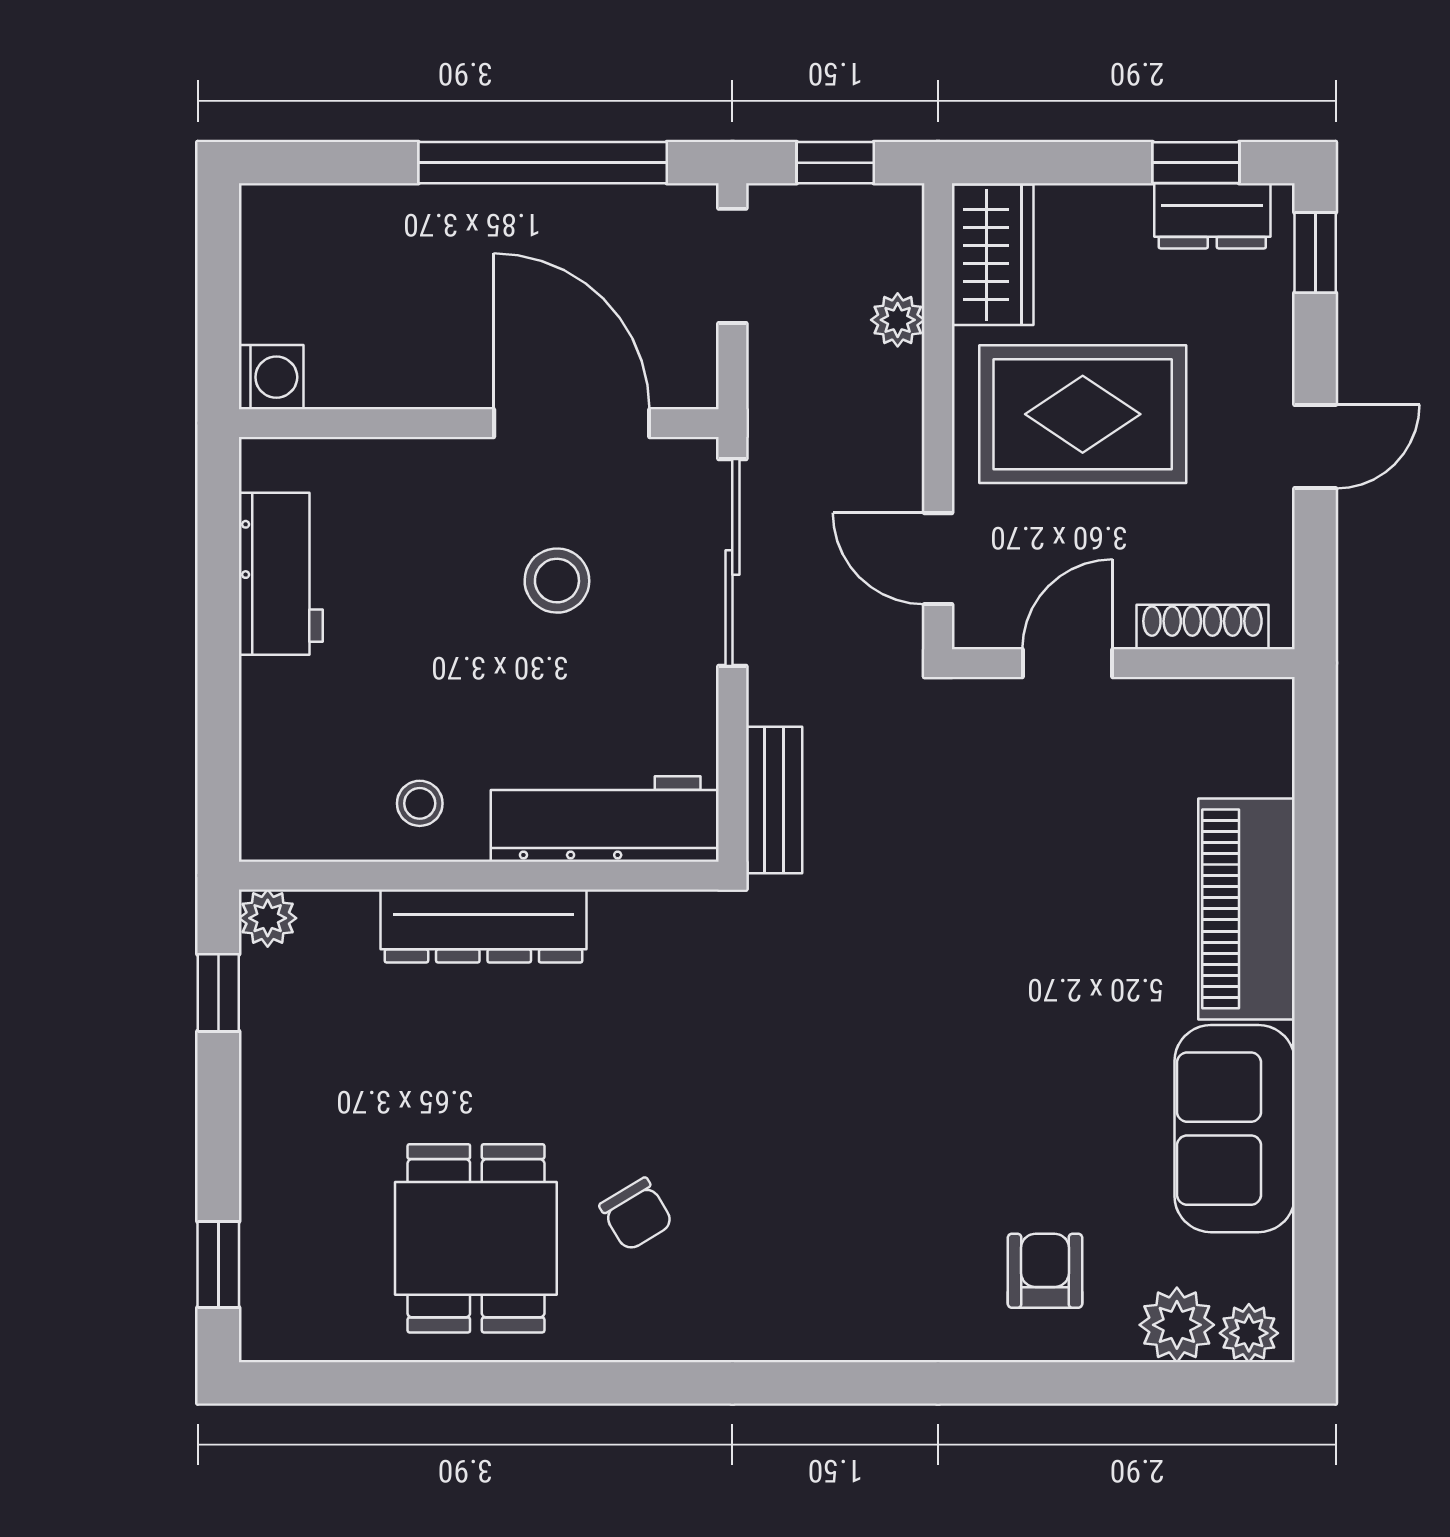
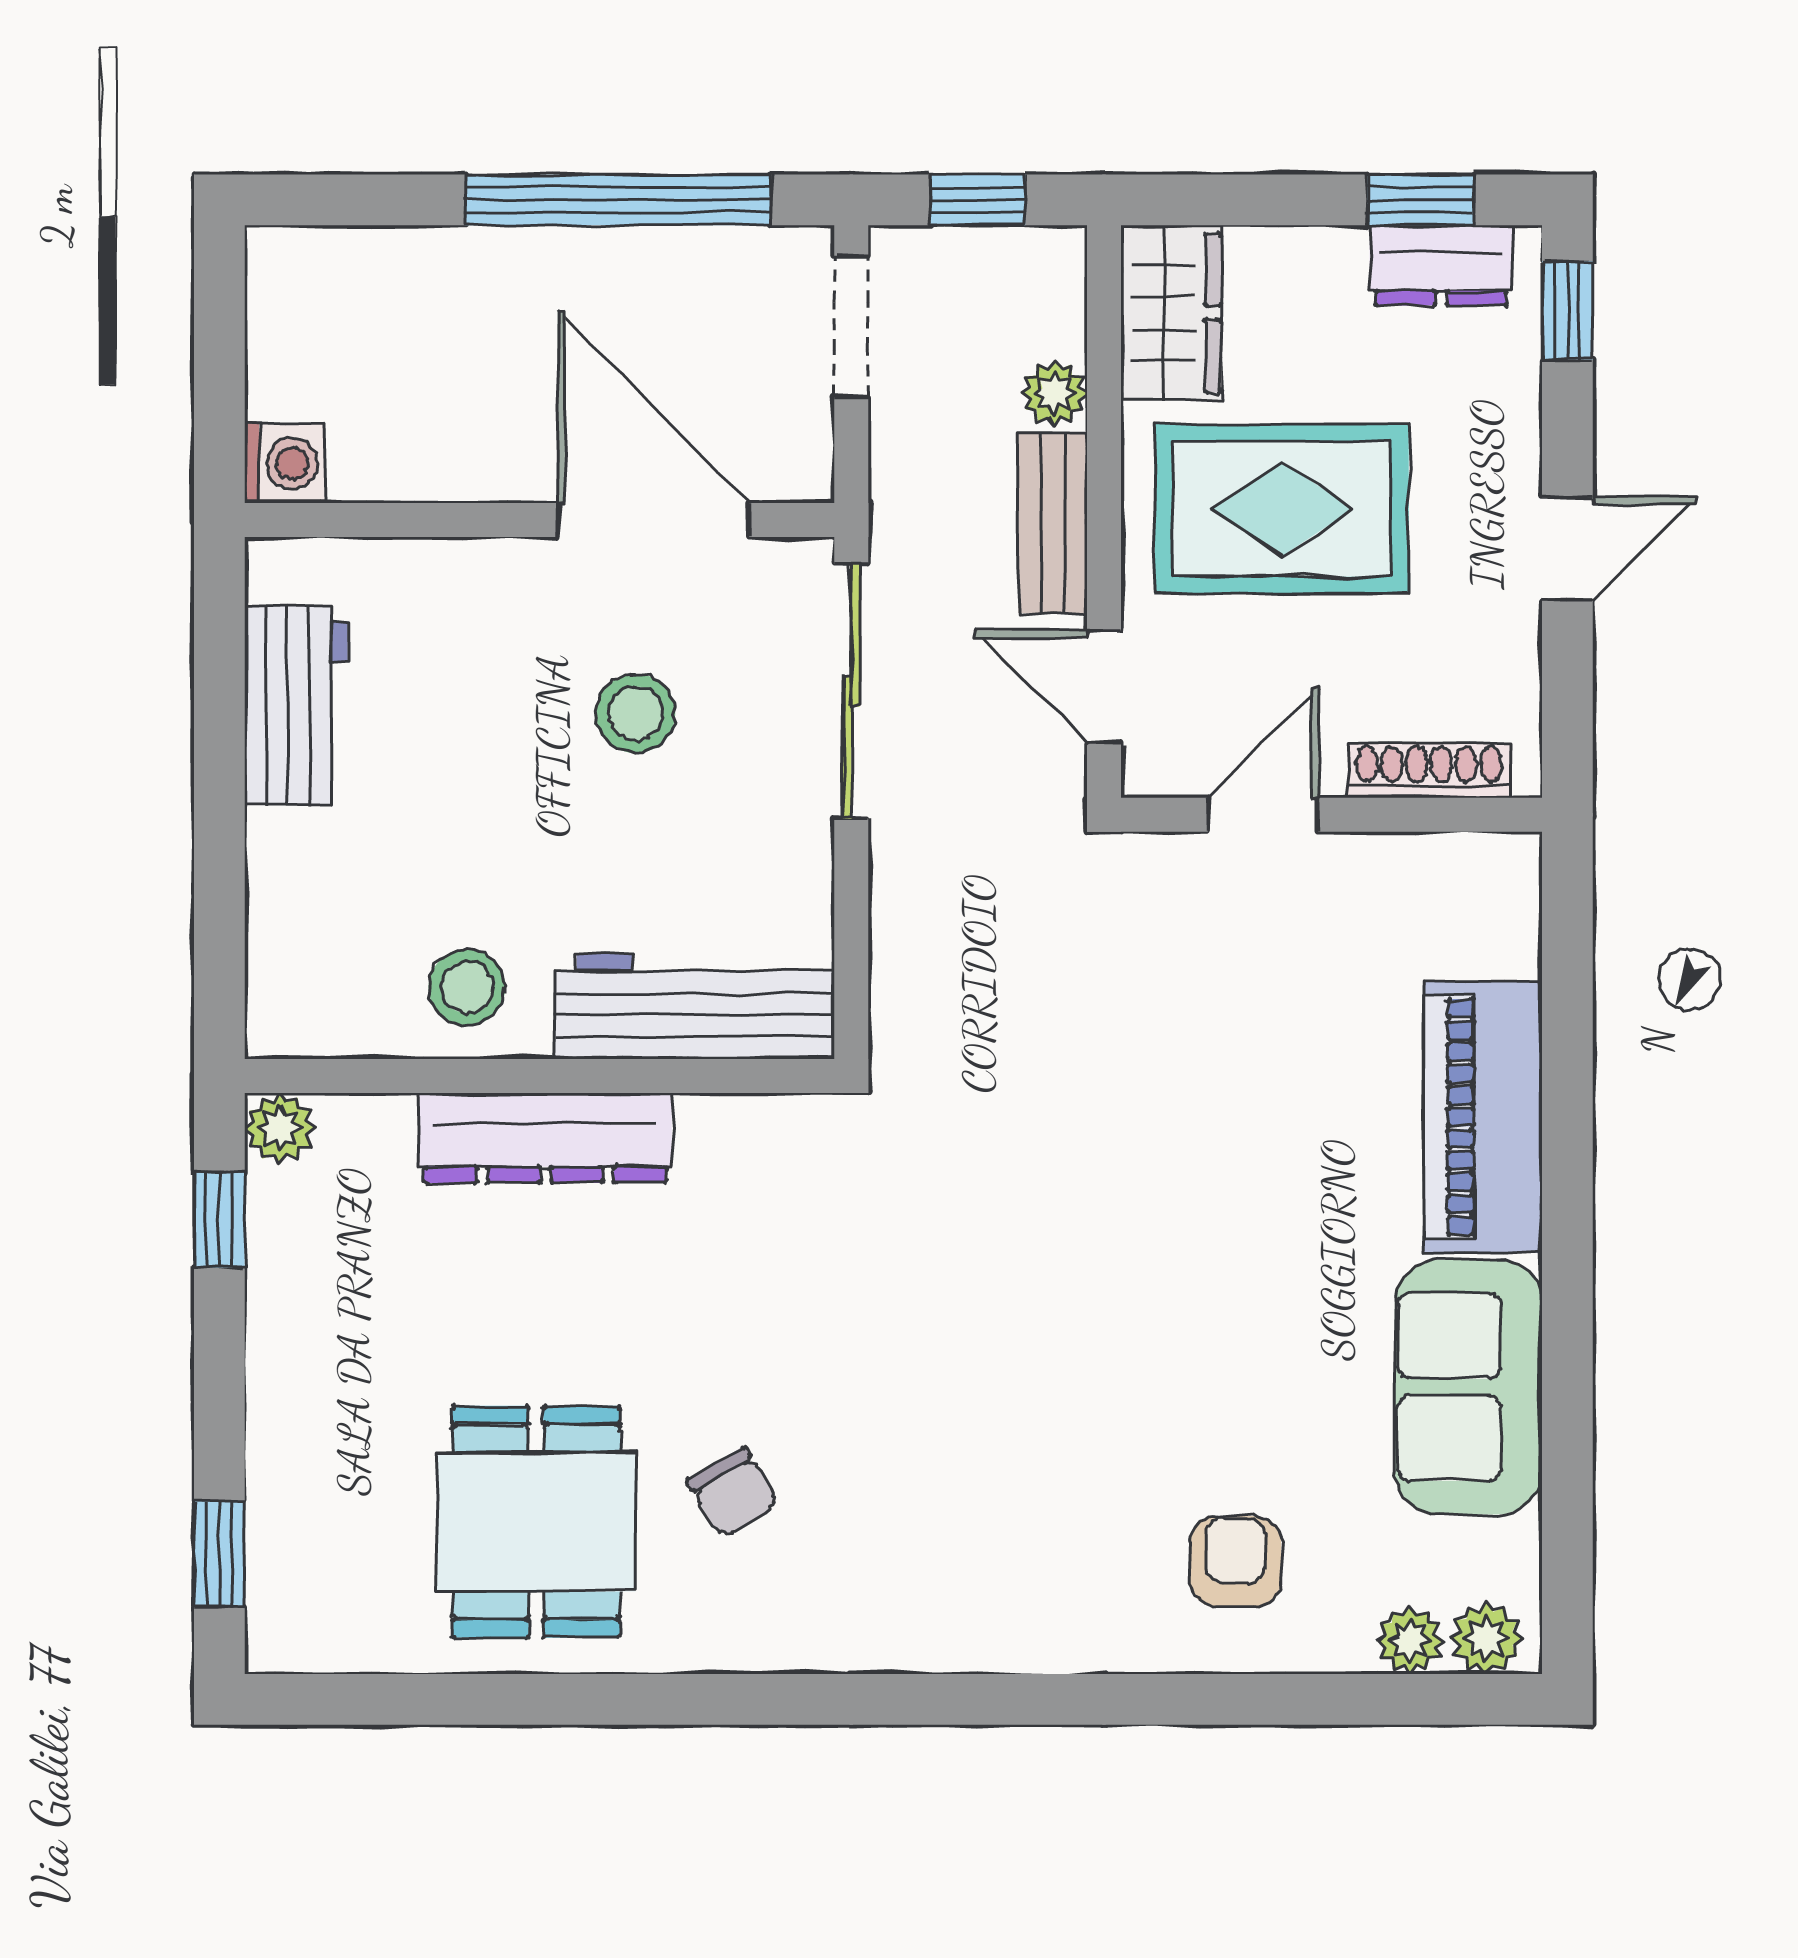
bench: (774, 800) -> (1053, 523), moved
stool: (420, 803) -> (467, 987), width x1.37, depth x1.37
plant: (1177, 1325) -> (1410, 1641), width x0.73, depth x0.73

